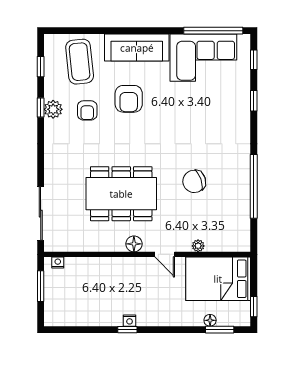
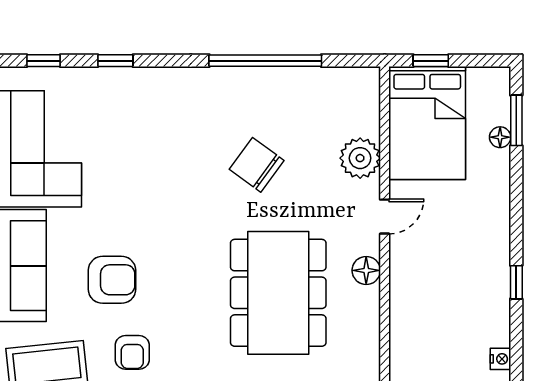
armchair: (87, 110) -> (132, 352), turned 90
chair: (194, 181) -> (257, 165), turned 145
plant: (198, 246) -> (360, 158), width x1.87, depth x1.87
window: (254, 307) -> (431, 61), moved
nightstand: (130, 321) -> (500, 359), moved

